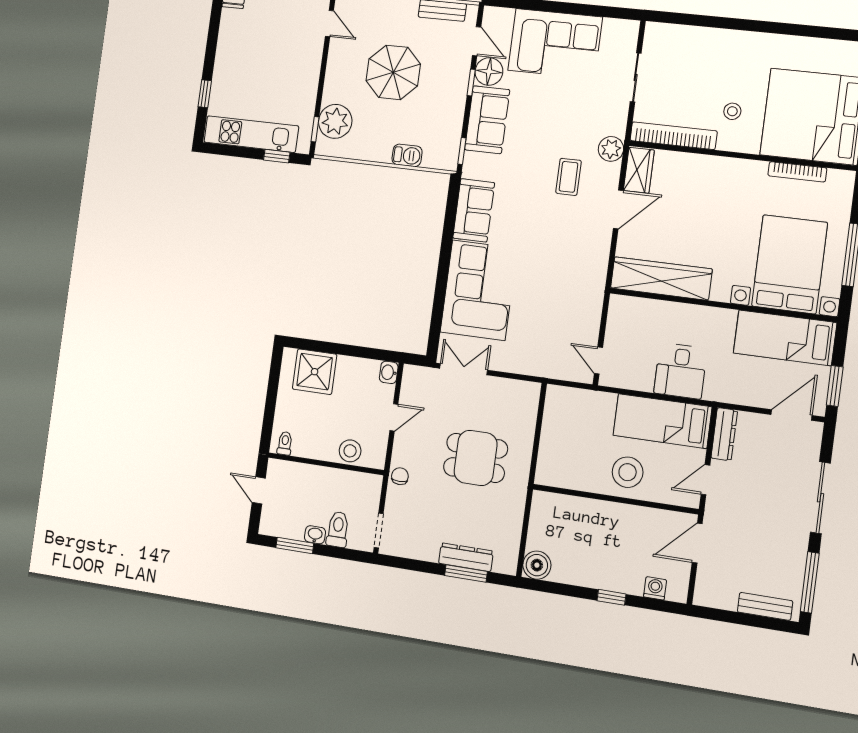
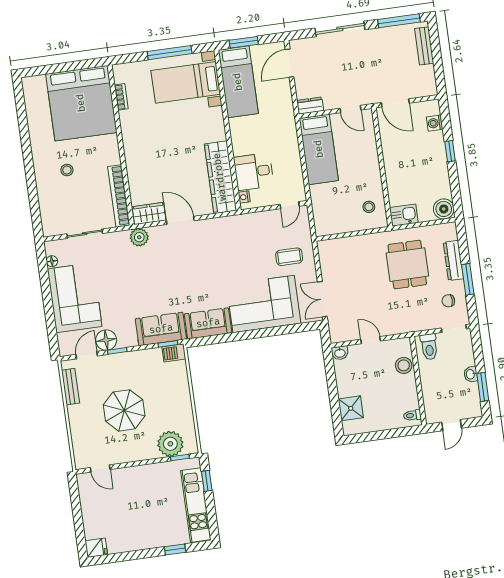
door: (329, 24) -> (100, 469), swing flipped
floor lamp: (611, 25) -> (52, 261), added
stool: (732, 111) -> (67, 170), moved
sofa: (487, 120) -> (161, 329), moved
barbecue: (407, 155) -> (174, 353), moved, turned -90
bookcase: (797, 172) -> (121, 97), width x0.64
coffee table: (568, 177) -> (289, 257), moved
bed with nightstands: (790, 264) -> (186, 82), width x0.73
nightstand: (626, 303) -> (244, 197), added
desk: (680, 371) -> (254, 172), moved, turned 180
shower: (315, 372) -> (351, 408), width x0.73, depth x0.73
window: (835, 386) -> (244, 42), moved
door: (792, 415) -> (290, 63), hinge flipped
dresser: (724, 434) -> (310, 106), width x0.70
dining table: (476, 458) -> (407, 265), moved
stool: (628, 472) -> (369, 207), moved, width x0.53, depth x0.53
chair: (400, 476) -> (448, 301), moved
kitchen sink: (543, 509) -> (404, 215), added
toilet: (338, 529) -> (429, 347), moved, turned -90
window: (466, 573) -> (468, 279), moved

